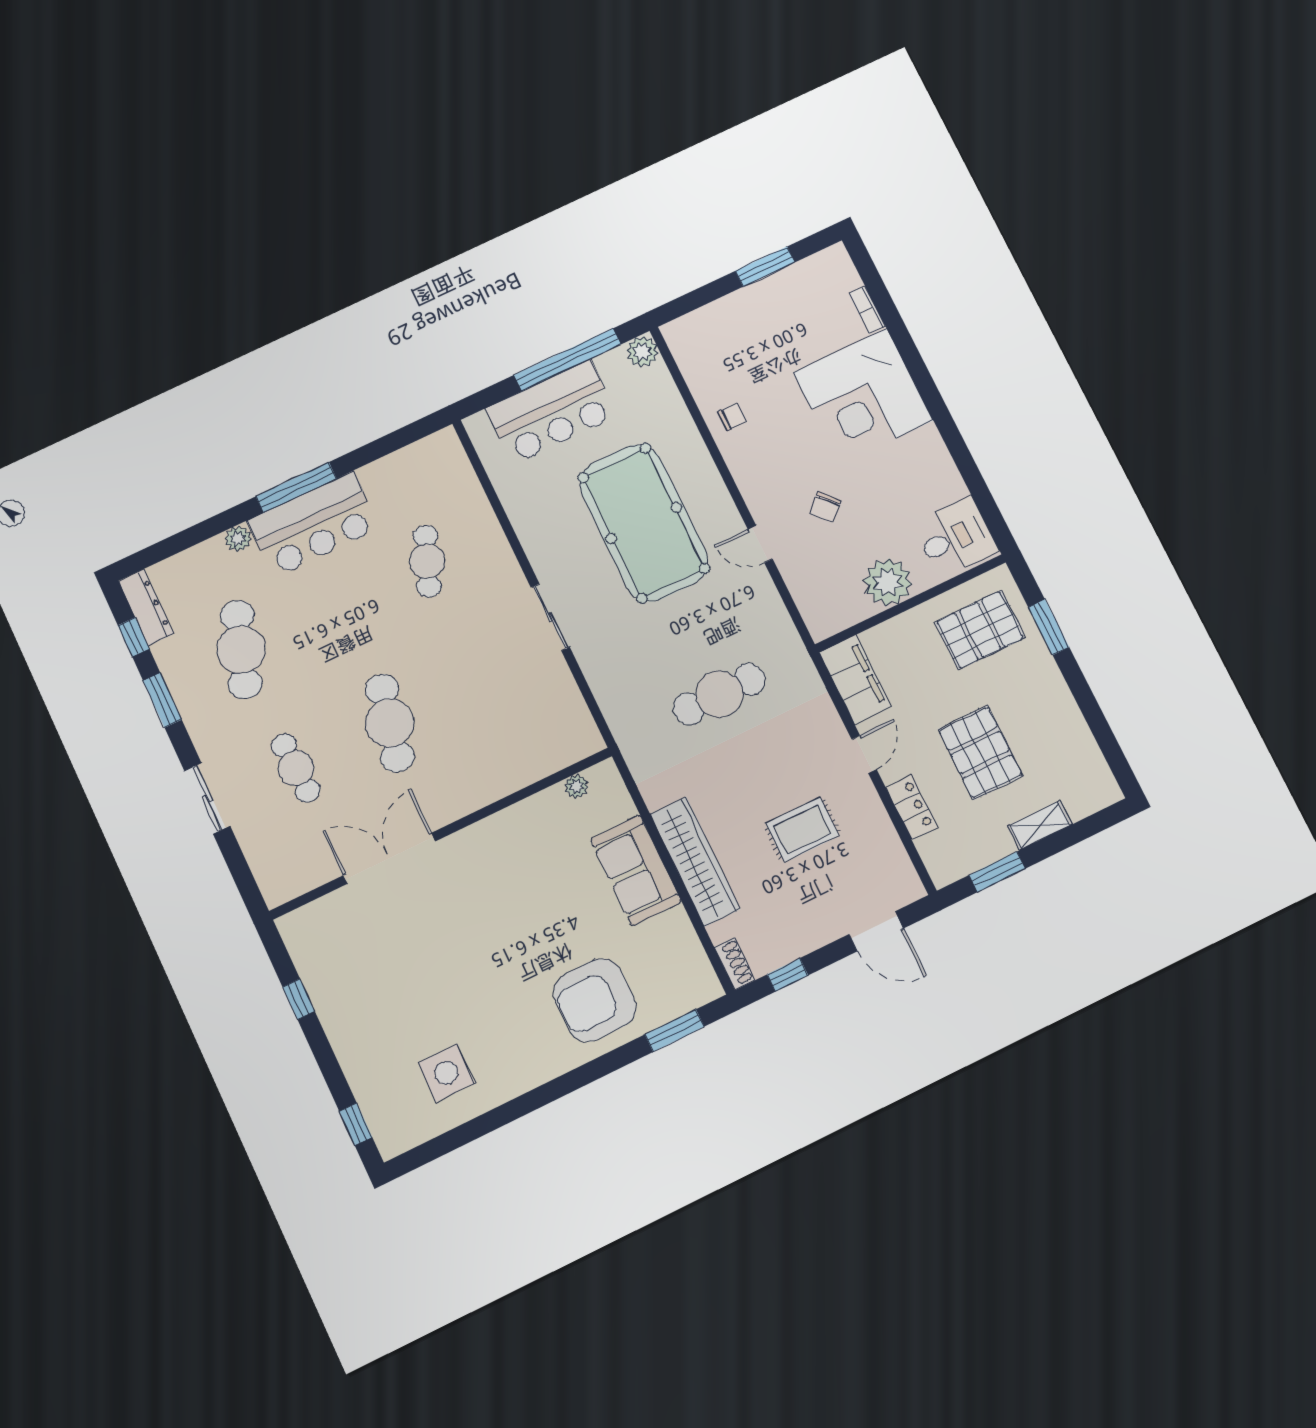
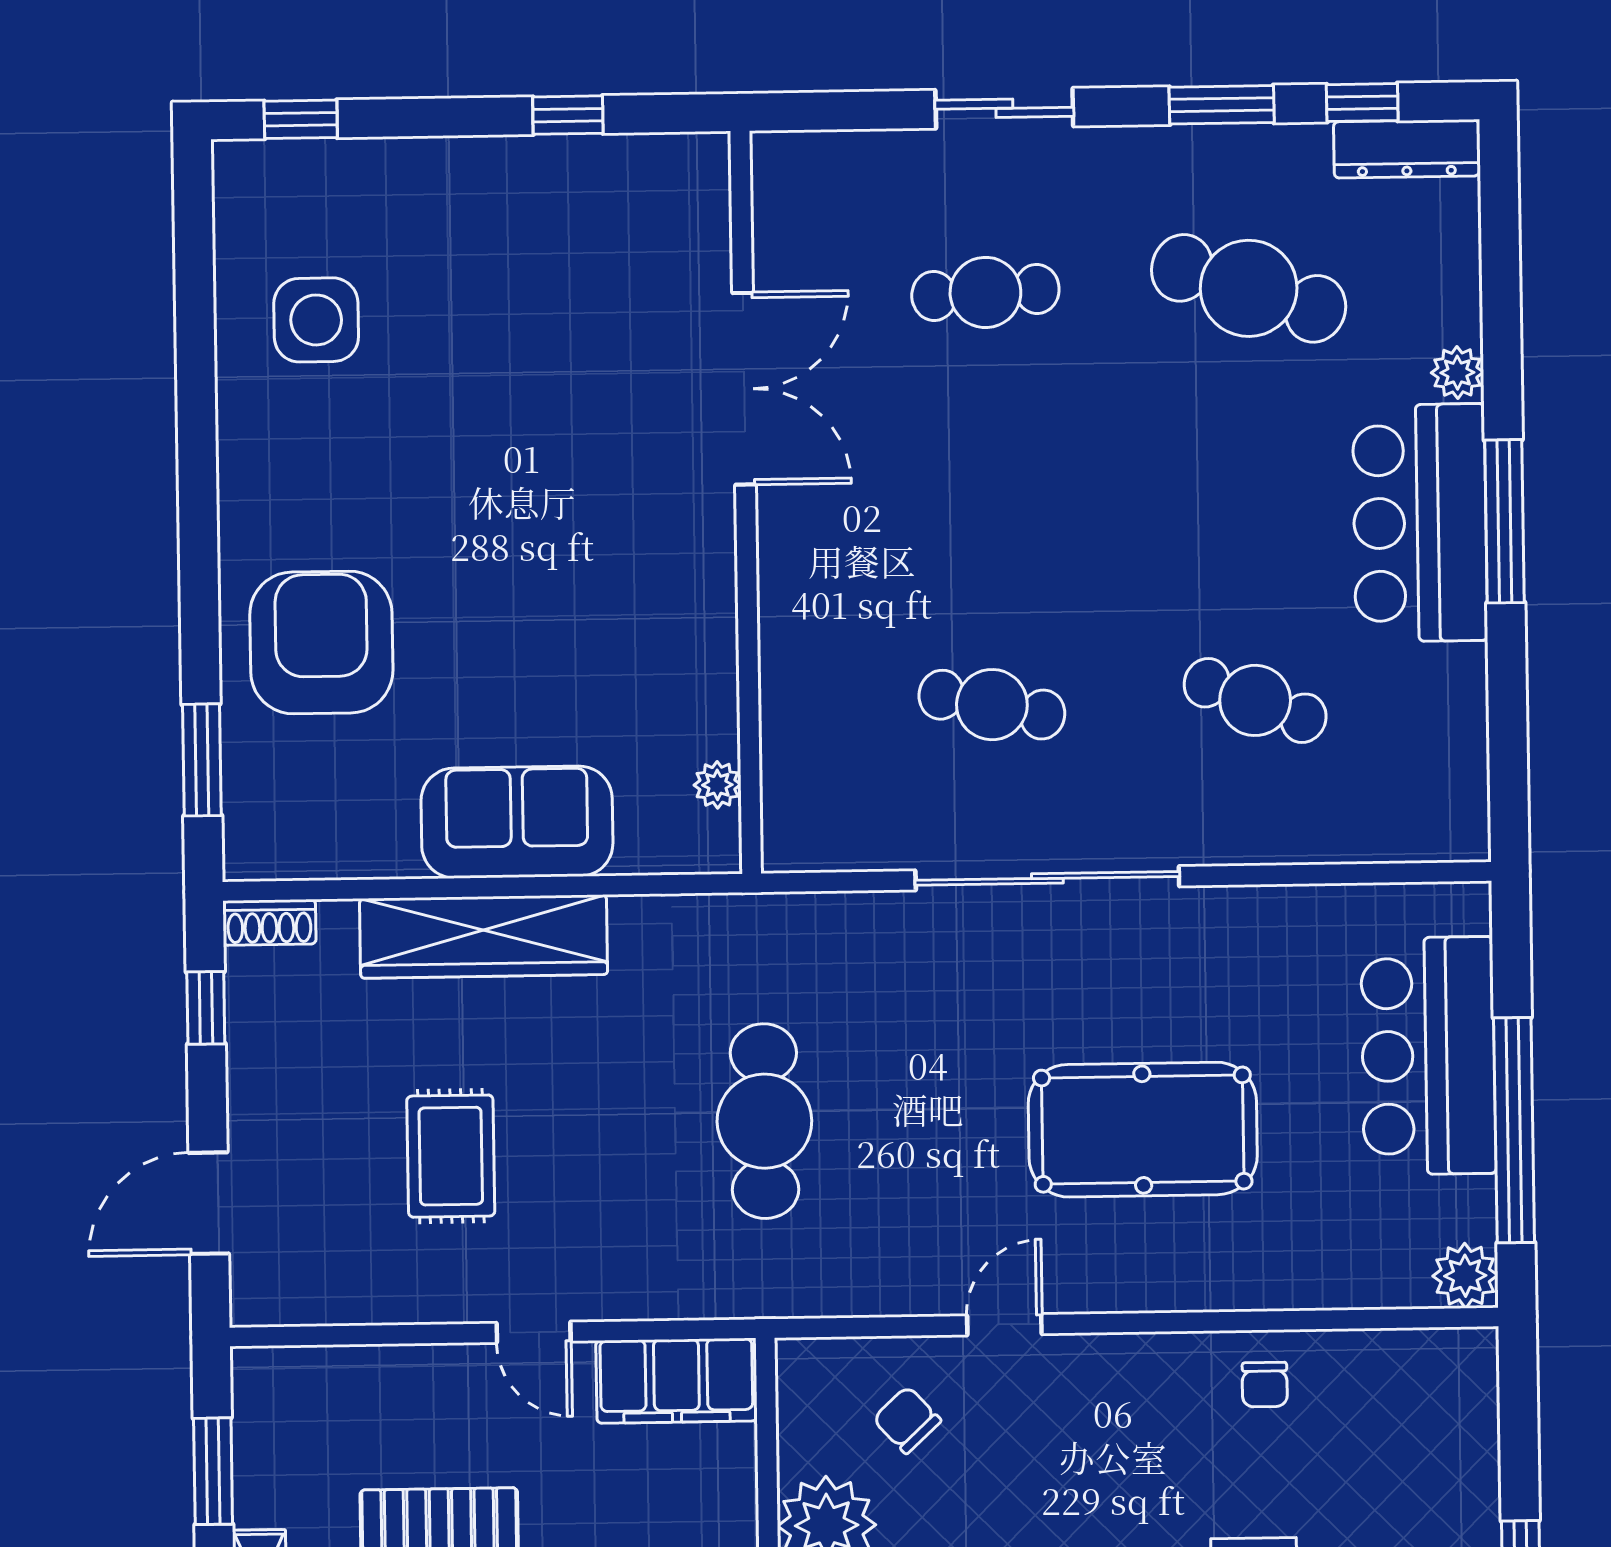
chair: (825, 507) -> (907, 1420), moved
pool table: (644, 523) -> (1143, 1130), width x0.73, depth x0.76
sliding door: (550, 617) -> (1047, 878), width x1.86
cafe table: (390, 723) -> (992, 705), moved, width x0.73, depth x0.74
locker: (912, 807) -> (399, 1373), removed

